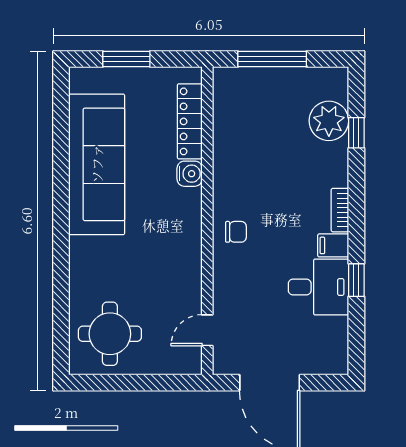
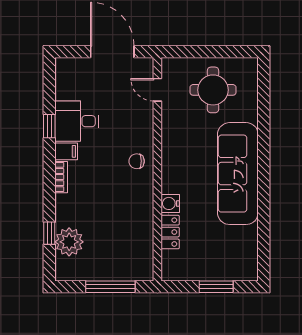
locker: (190, 121) -> (170, 232), width x0.66
sofa: (97, 164) -> (238, 174), moved
door: (207, 330) -> (157, 90), swing flipped
round table: (110, 334) -> (213, 90), moved

